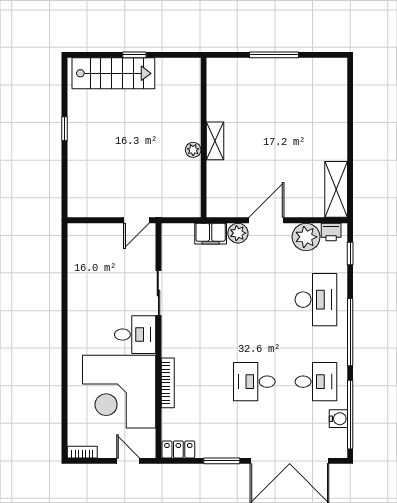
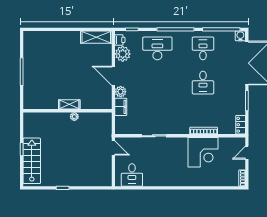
desk: (135, 335) -> (132, 175), moved, turned 180
corner desk: (119, 392) -> (203, 152), width x0.74, depth x0.74
water cooler: (338, 419) -> (240, 36), moved

